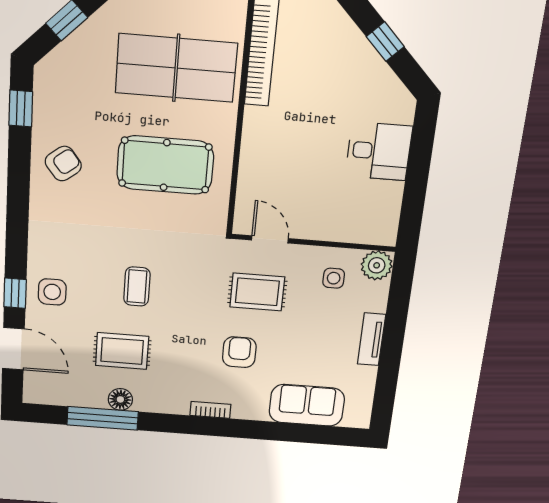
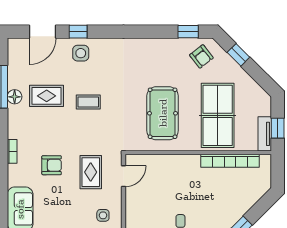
armchair: (63, 164) -> (201, 56), moved
rug: (122, 351) -> (47, 96), turned 90

